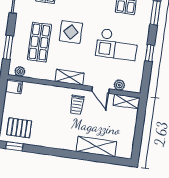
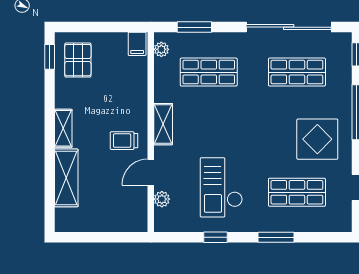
display table: (71, 32) -> (230, 117), removed
shelving: (127, 101) -> (63, 128), moved

